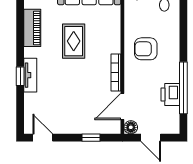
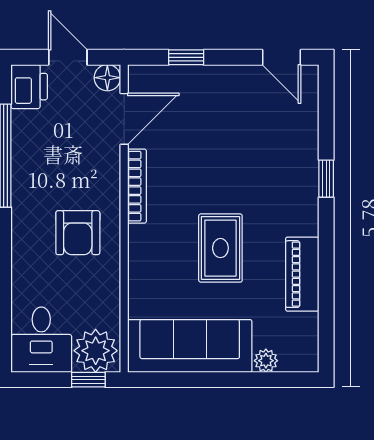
armchair: (146, 49) -> (78, 233), turned 90
tv unit: (30, 75) -> (306, 181), removed
printer: (170, 95) -> (29, 87), moved

